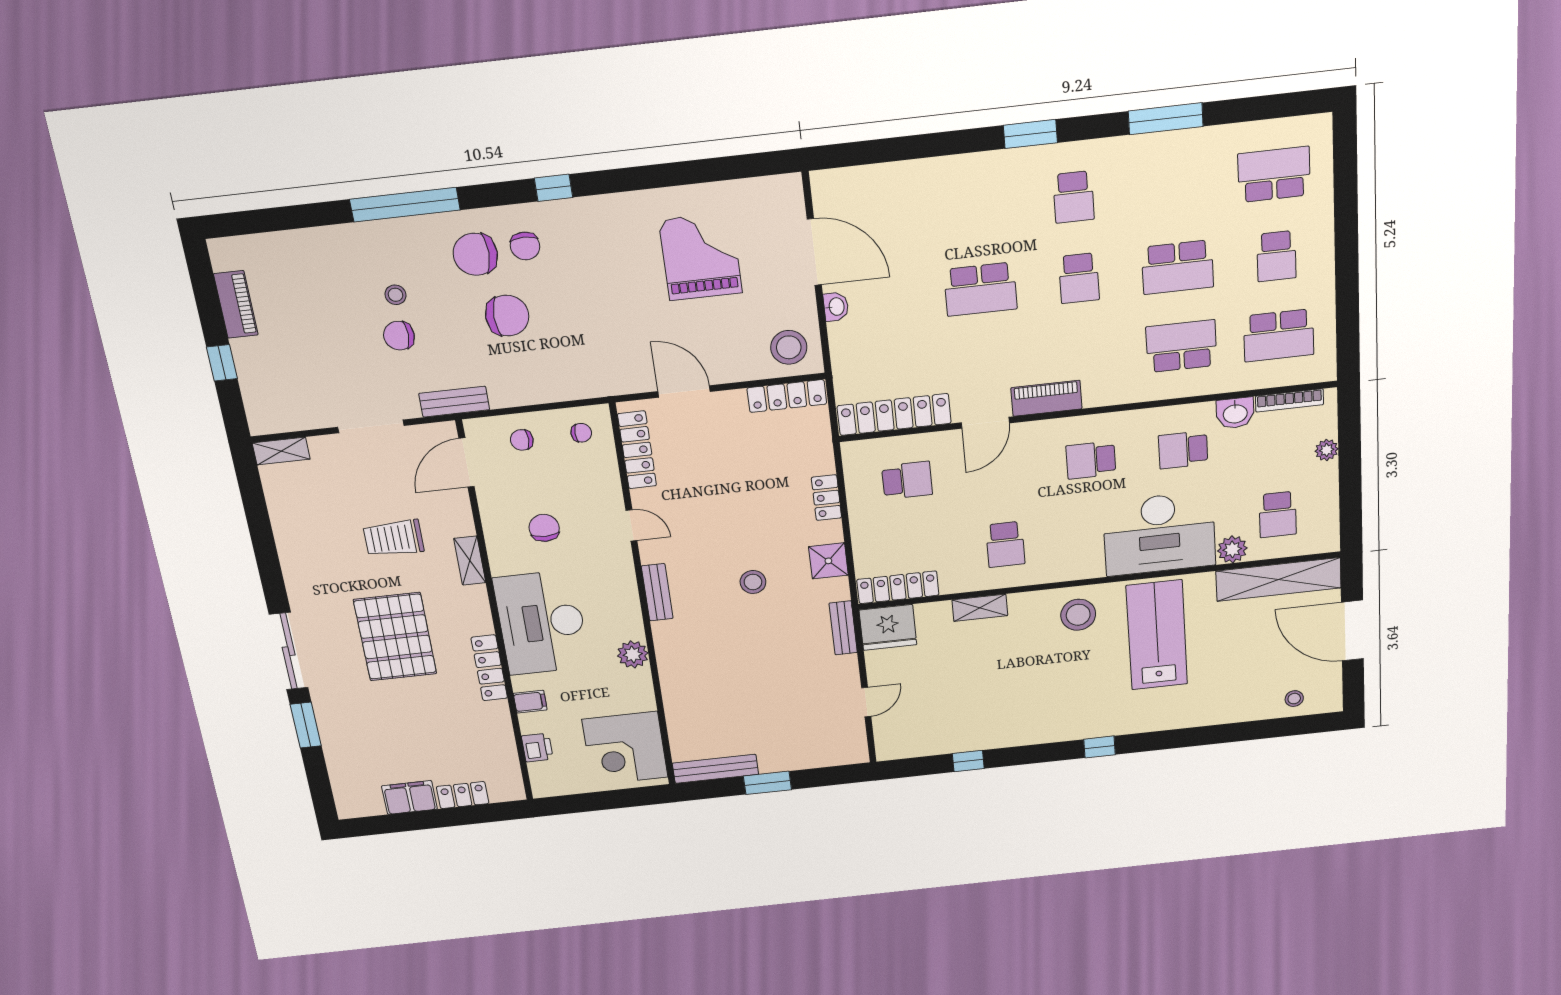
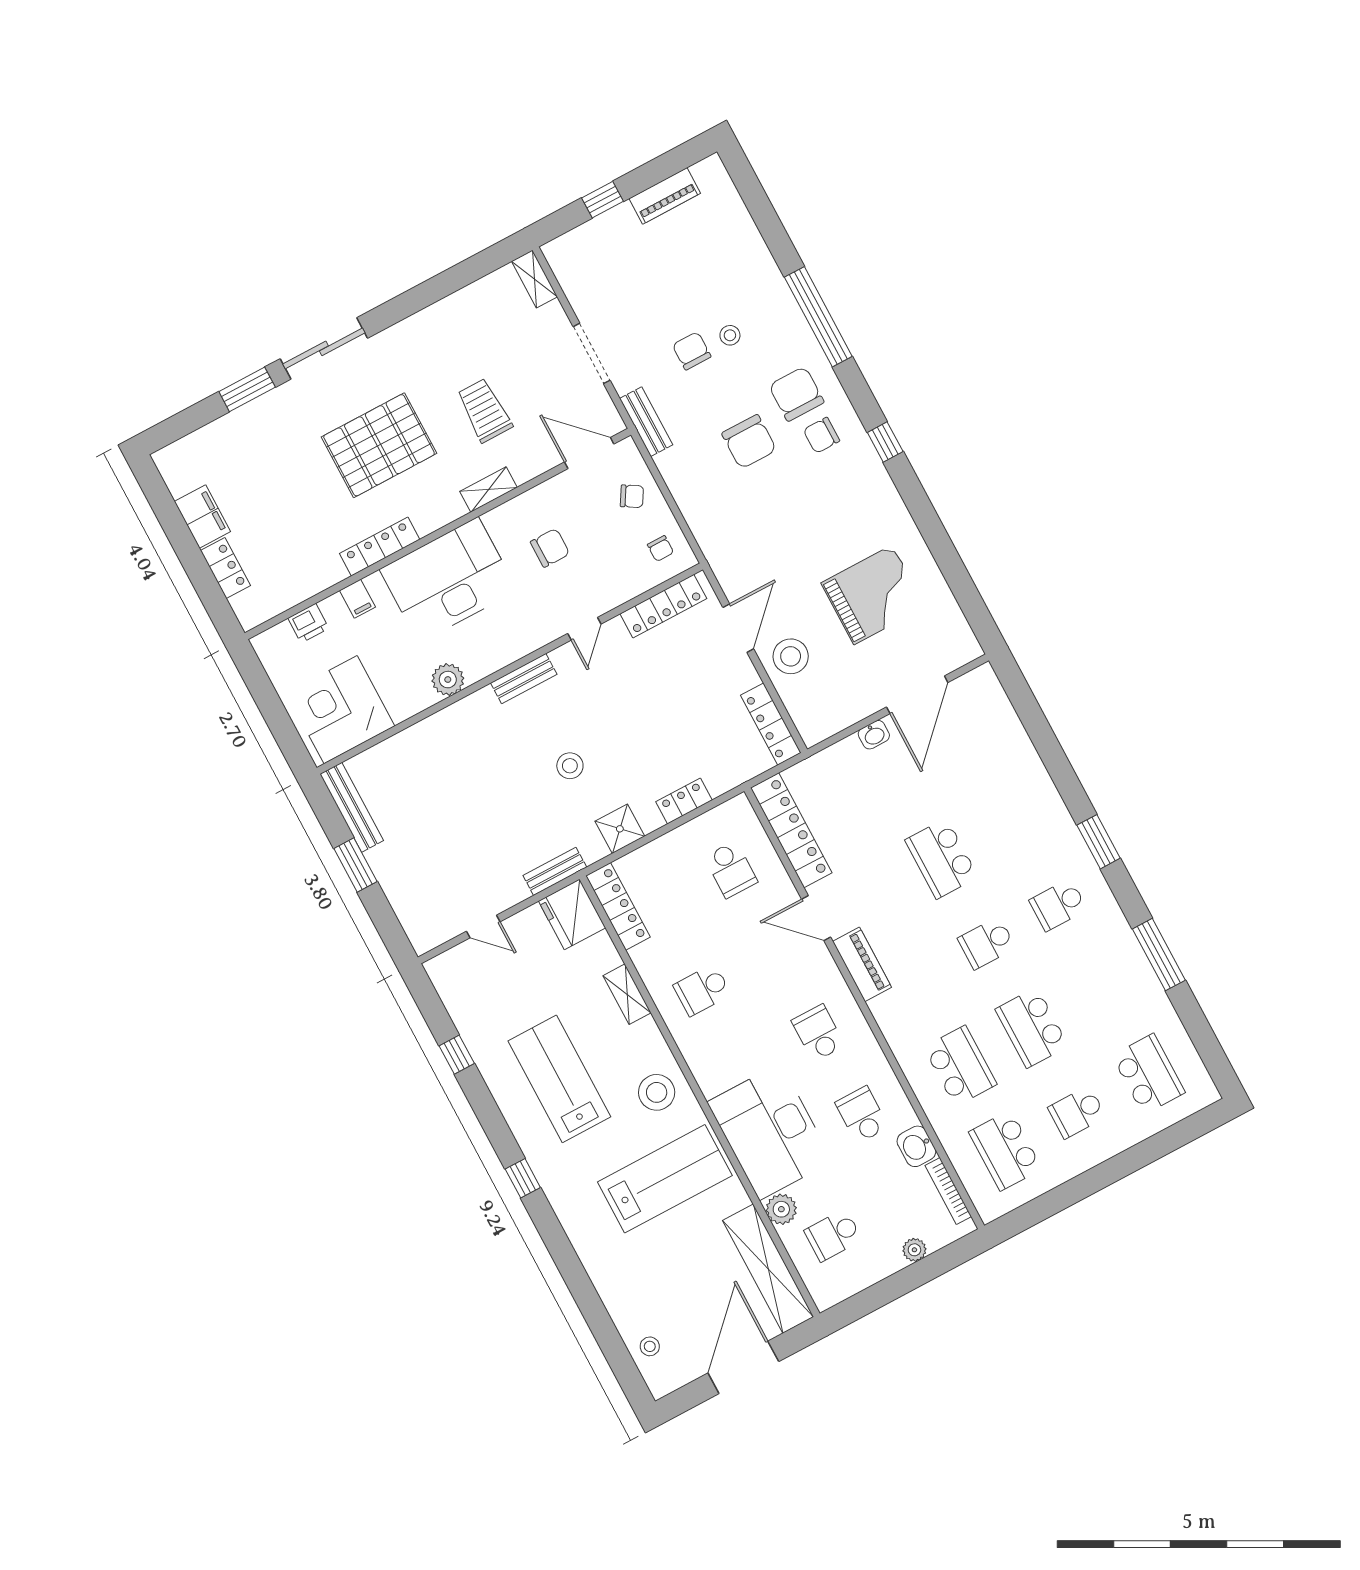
stool: (789, 347) -> (791, 656), moved
chair: (522, 440) -> (632, 496), turned 121
lab bench: (1028, 689) -> (559, 1079), added

